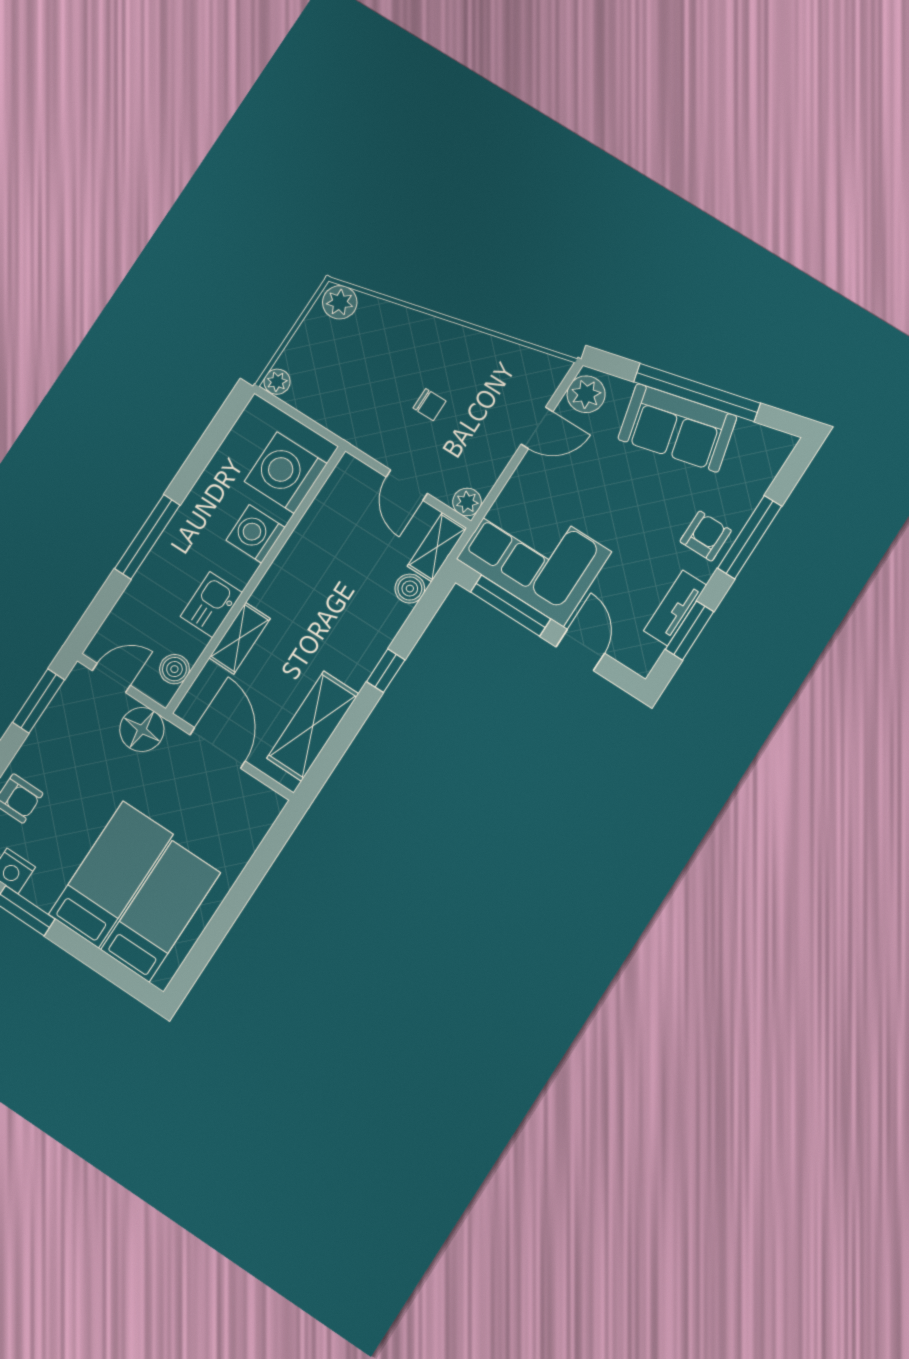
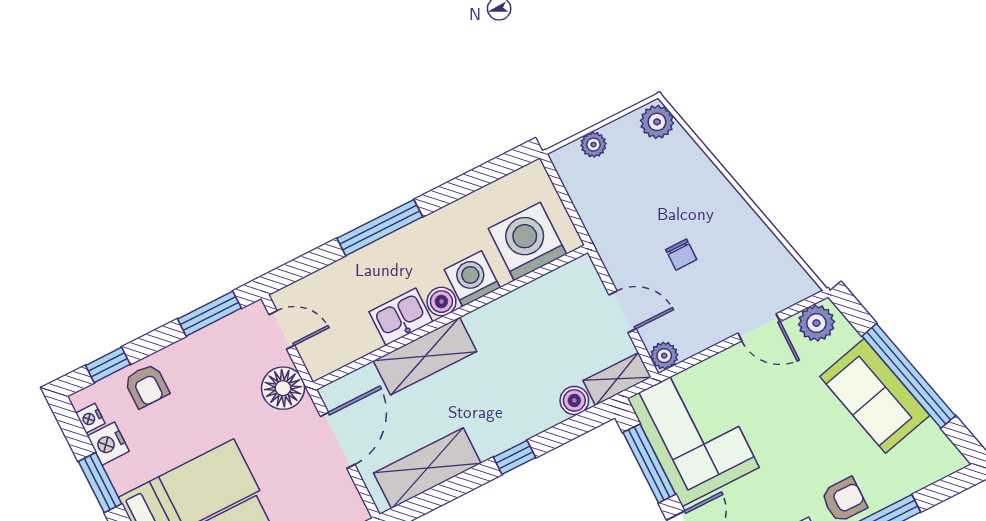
plant: (277, 382) -> (593, 145), moved
door: (407, 485) -> (622, 312), swing flipped
shelving: (240, 638) -> (425, 356), width x1.50, depth x1.33
boiler: (174, 669) -> (441, 302), moved

